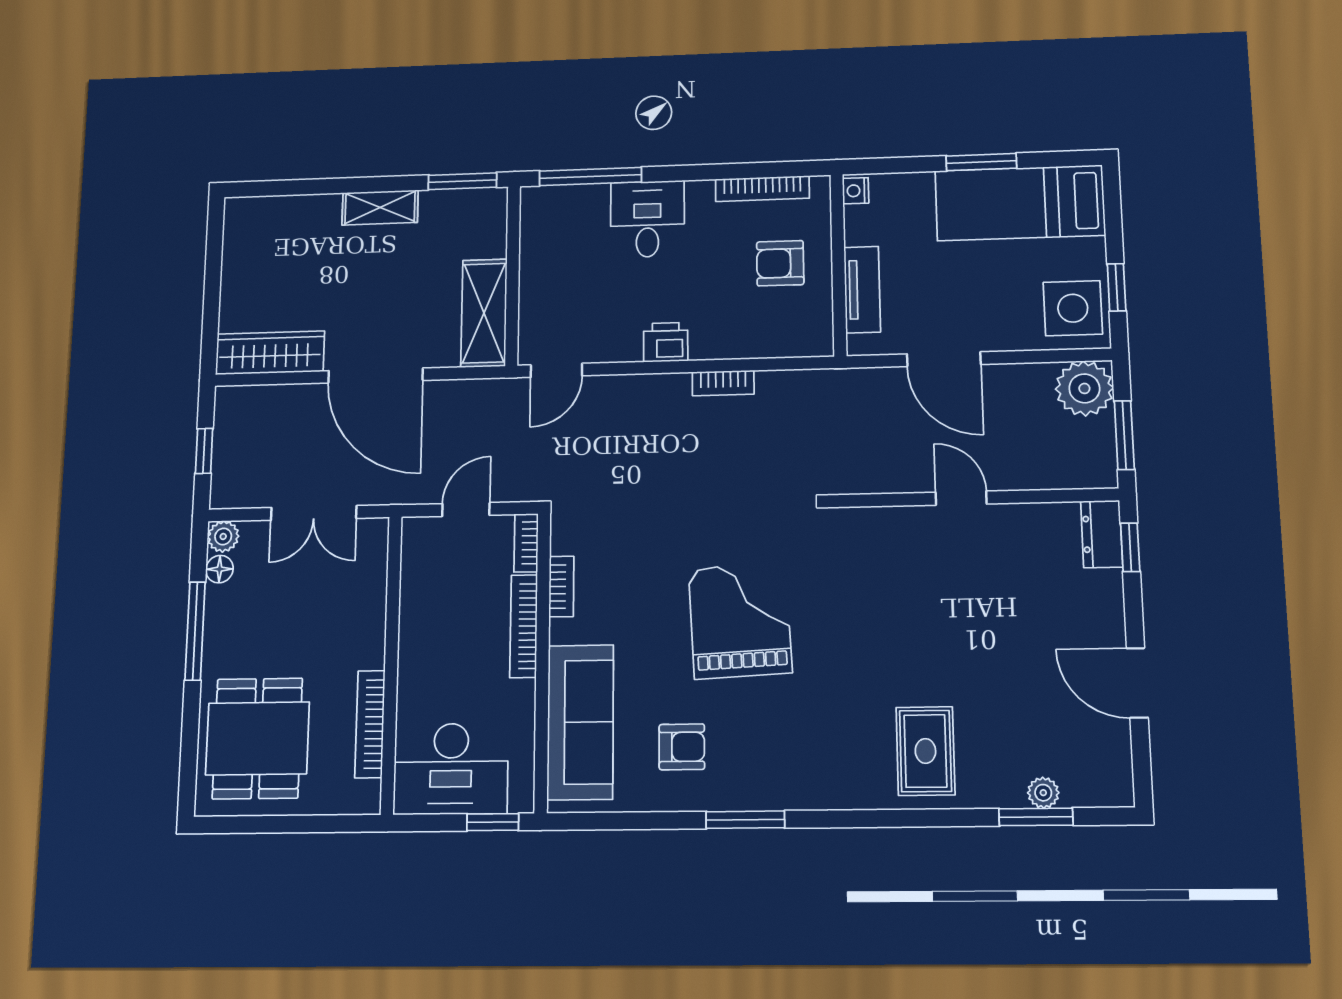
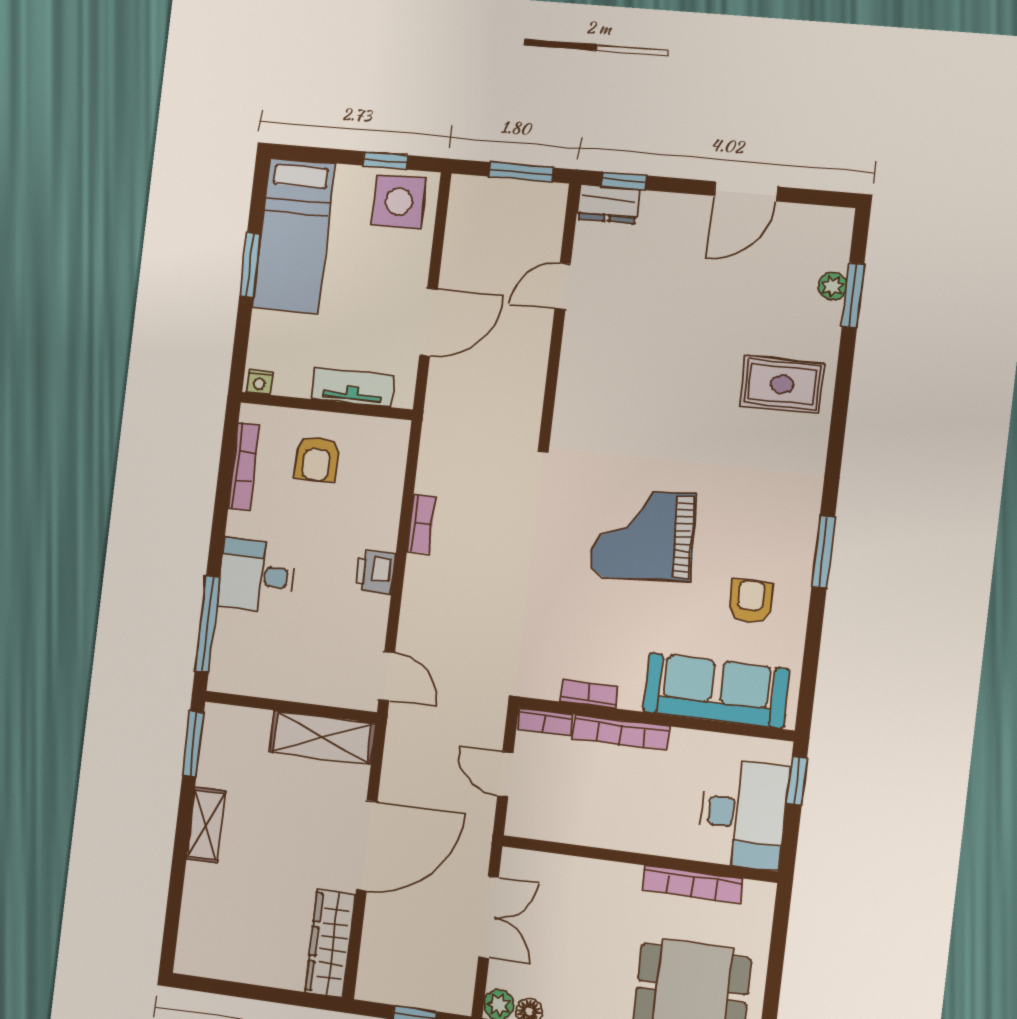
plant: (1084, 388) -> (474, 201), removed
door: (961, 498) -> (563, 286), moved

